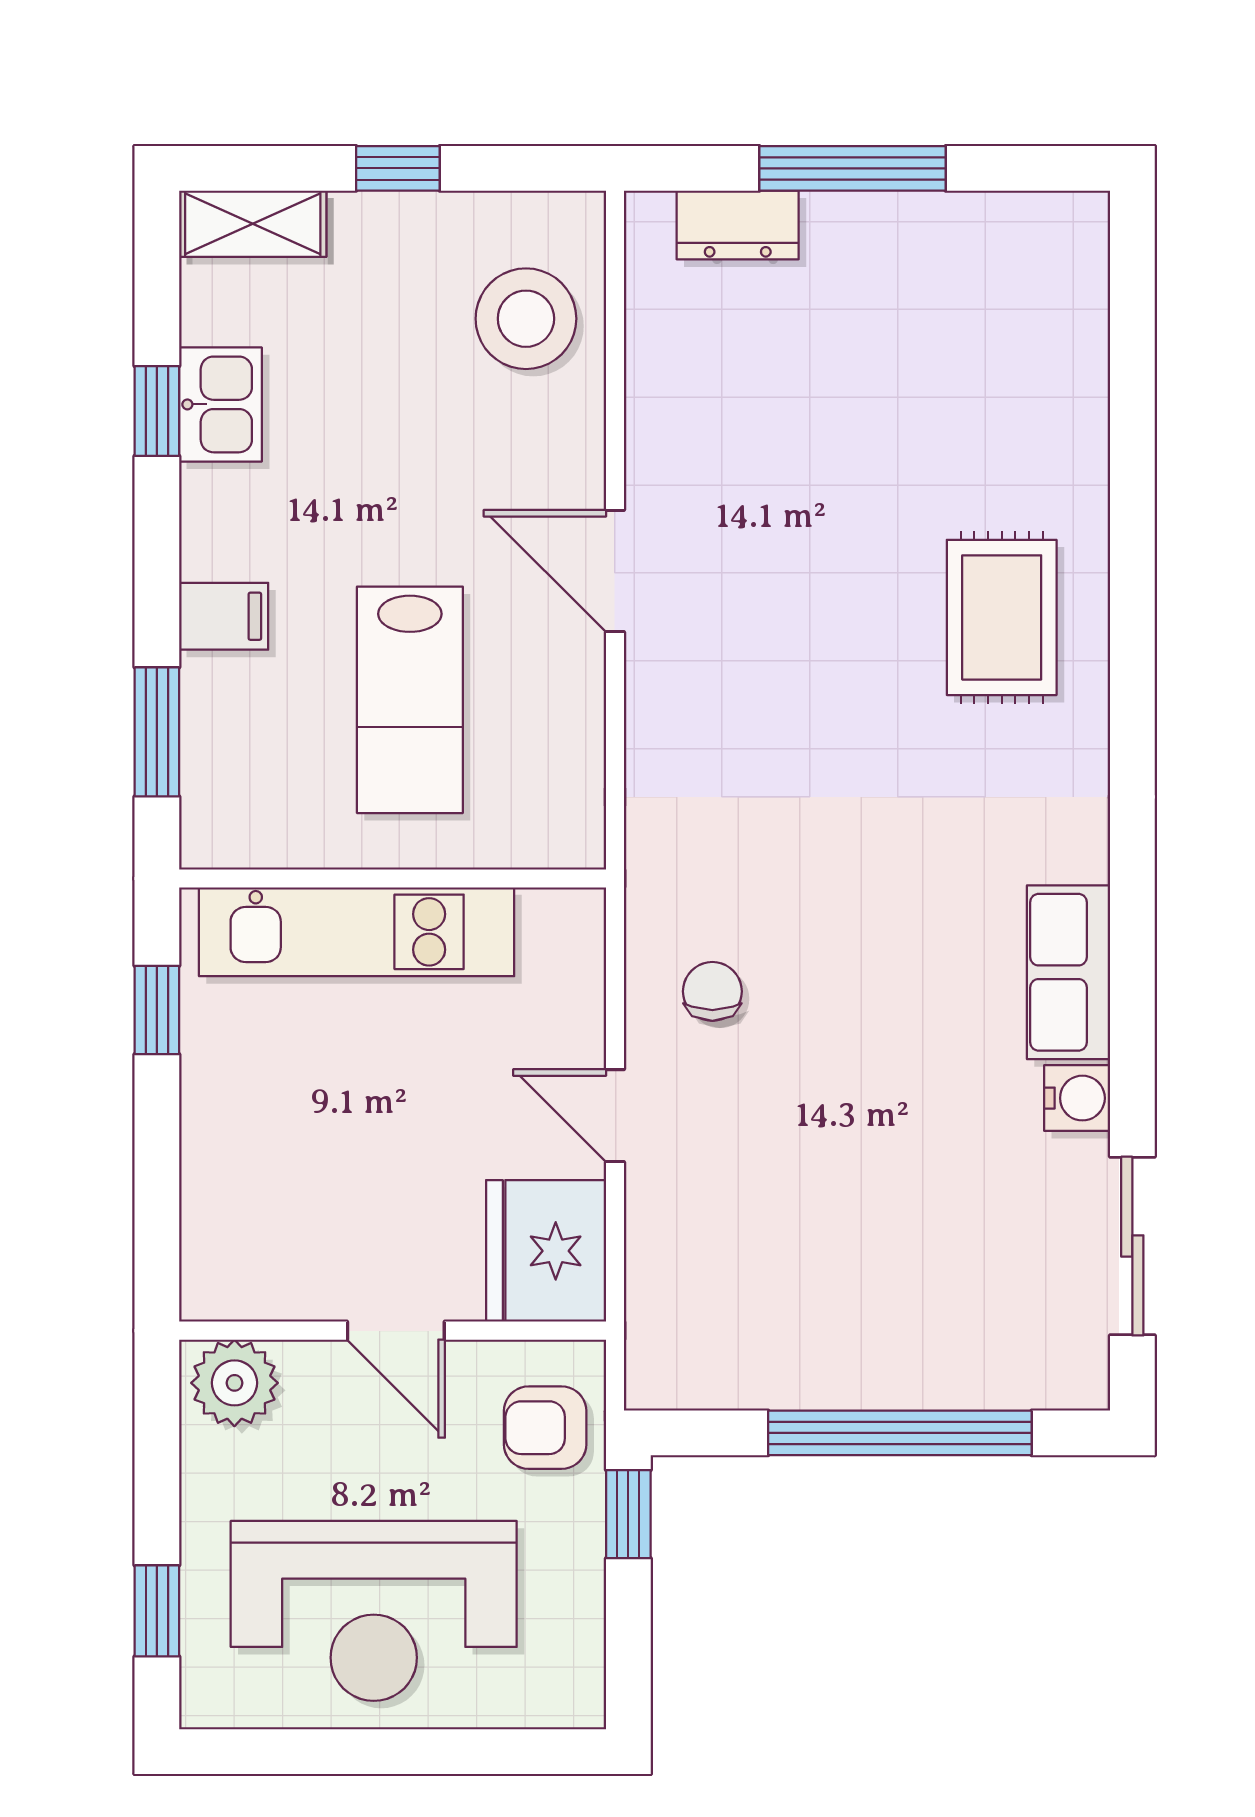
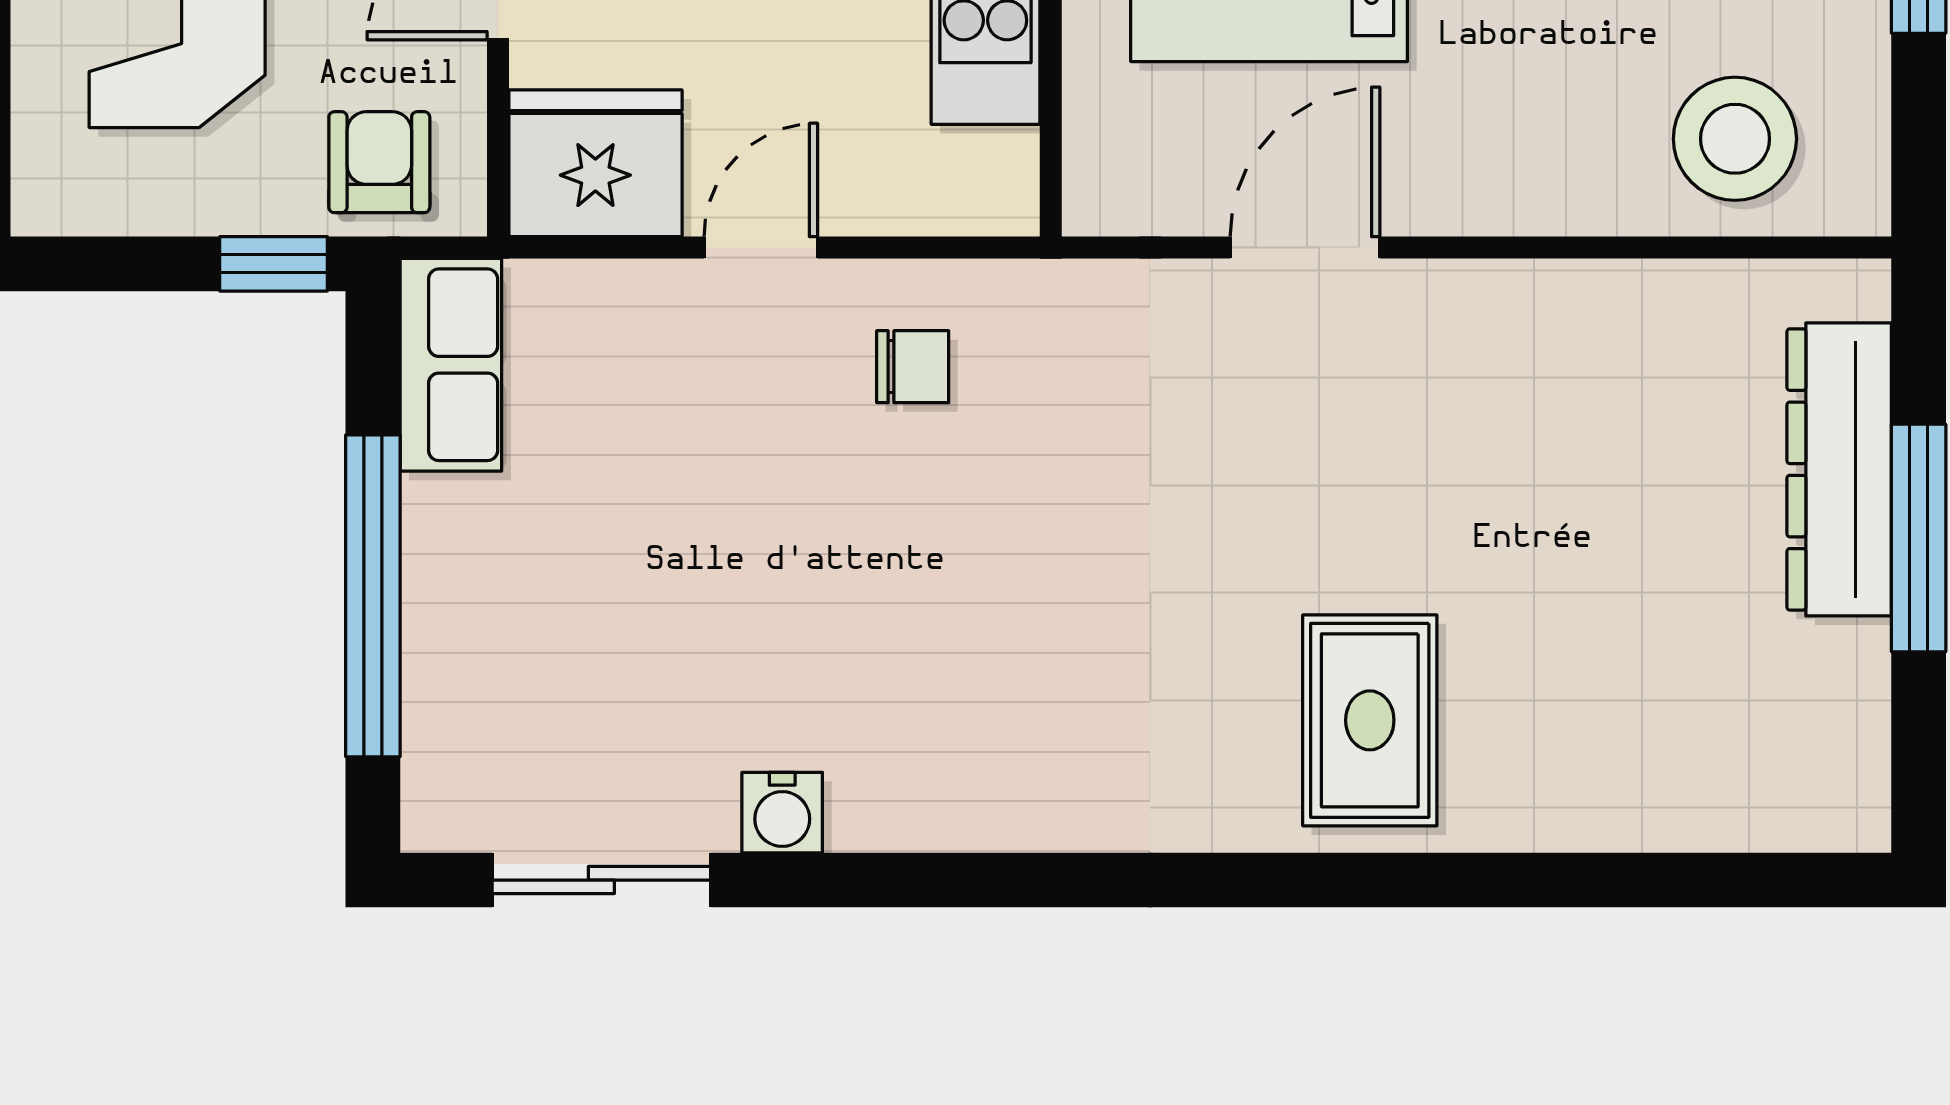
dresser: (738, 225) -> (1839, 469), width x1.96, depth x1.24
door: (615, 571) -> (1305, 248), moved
rug: (1002, 617) -> (1370, 720), turned 90
row of seats: (1068, 972) -> (451, 365), moved, turned 90

